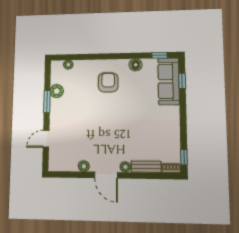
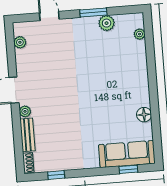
window: (159, 55) -> (157, 142), removed
armchair: (108, 82) -> (121, 84), removed
window: (184, 157) -> (56, 175), moved
plant: (84, 166) -> (20, 42), moved

